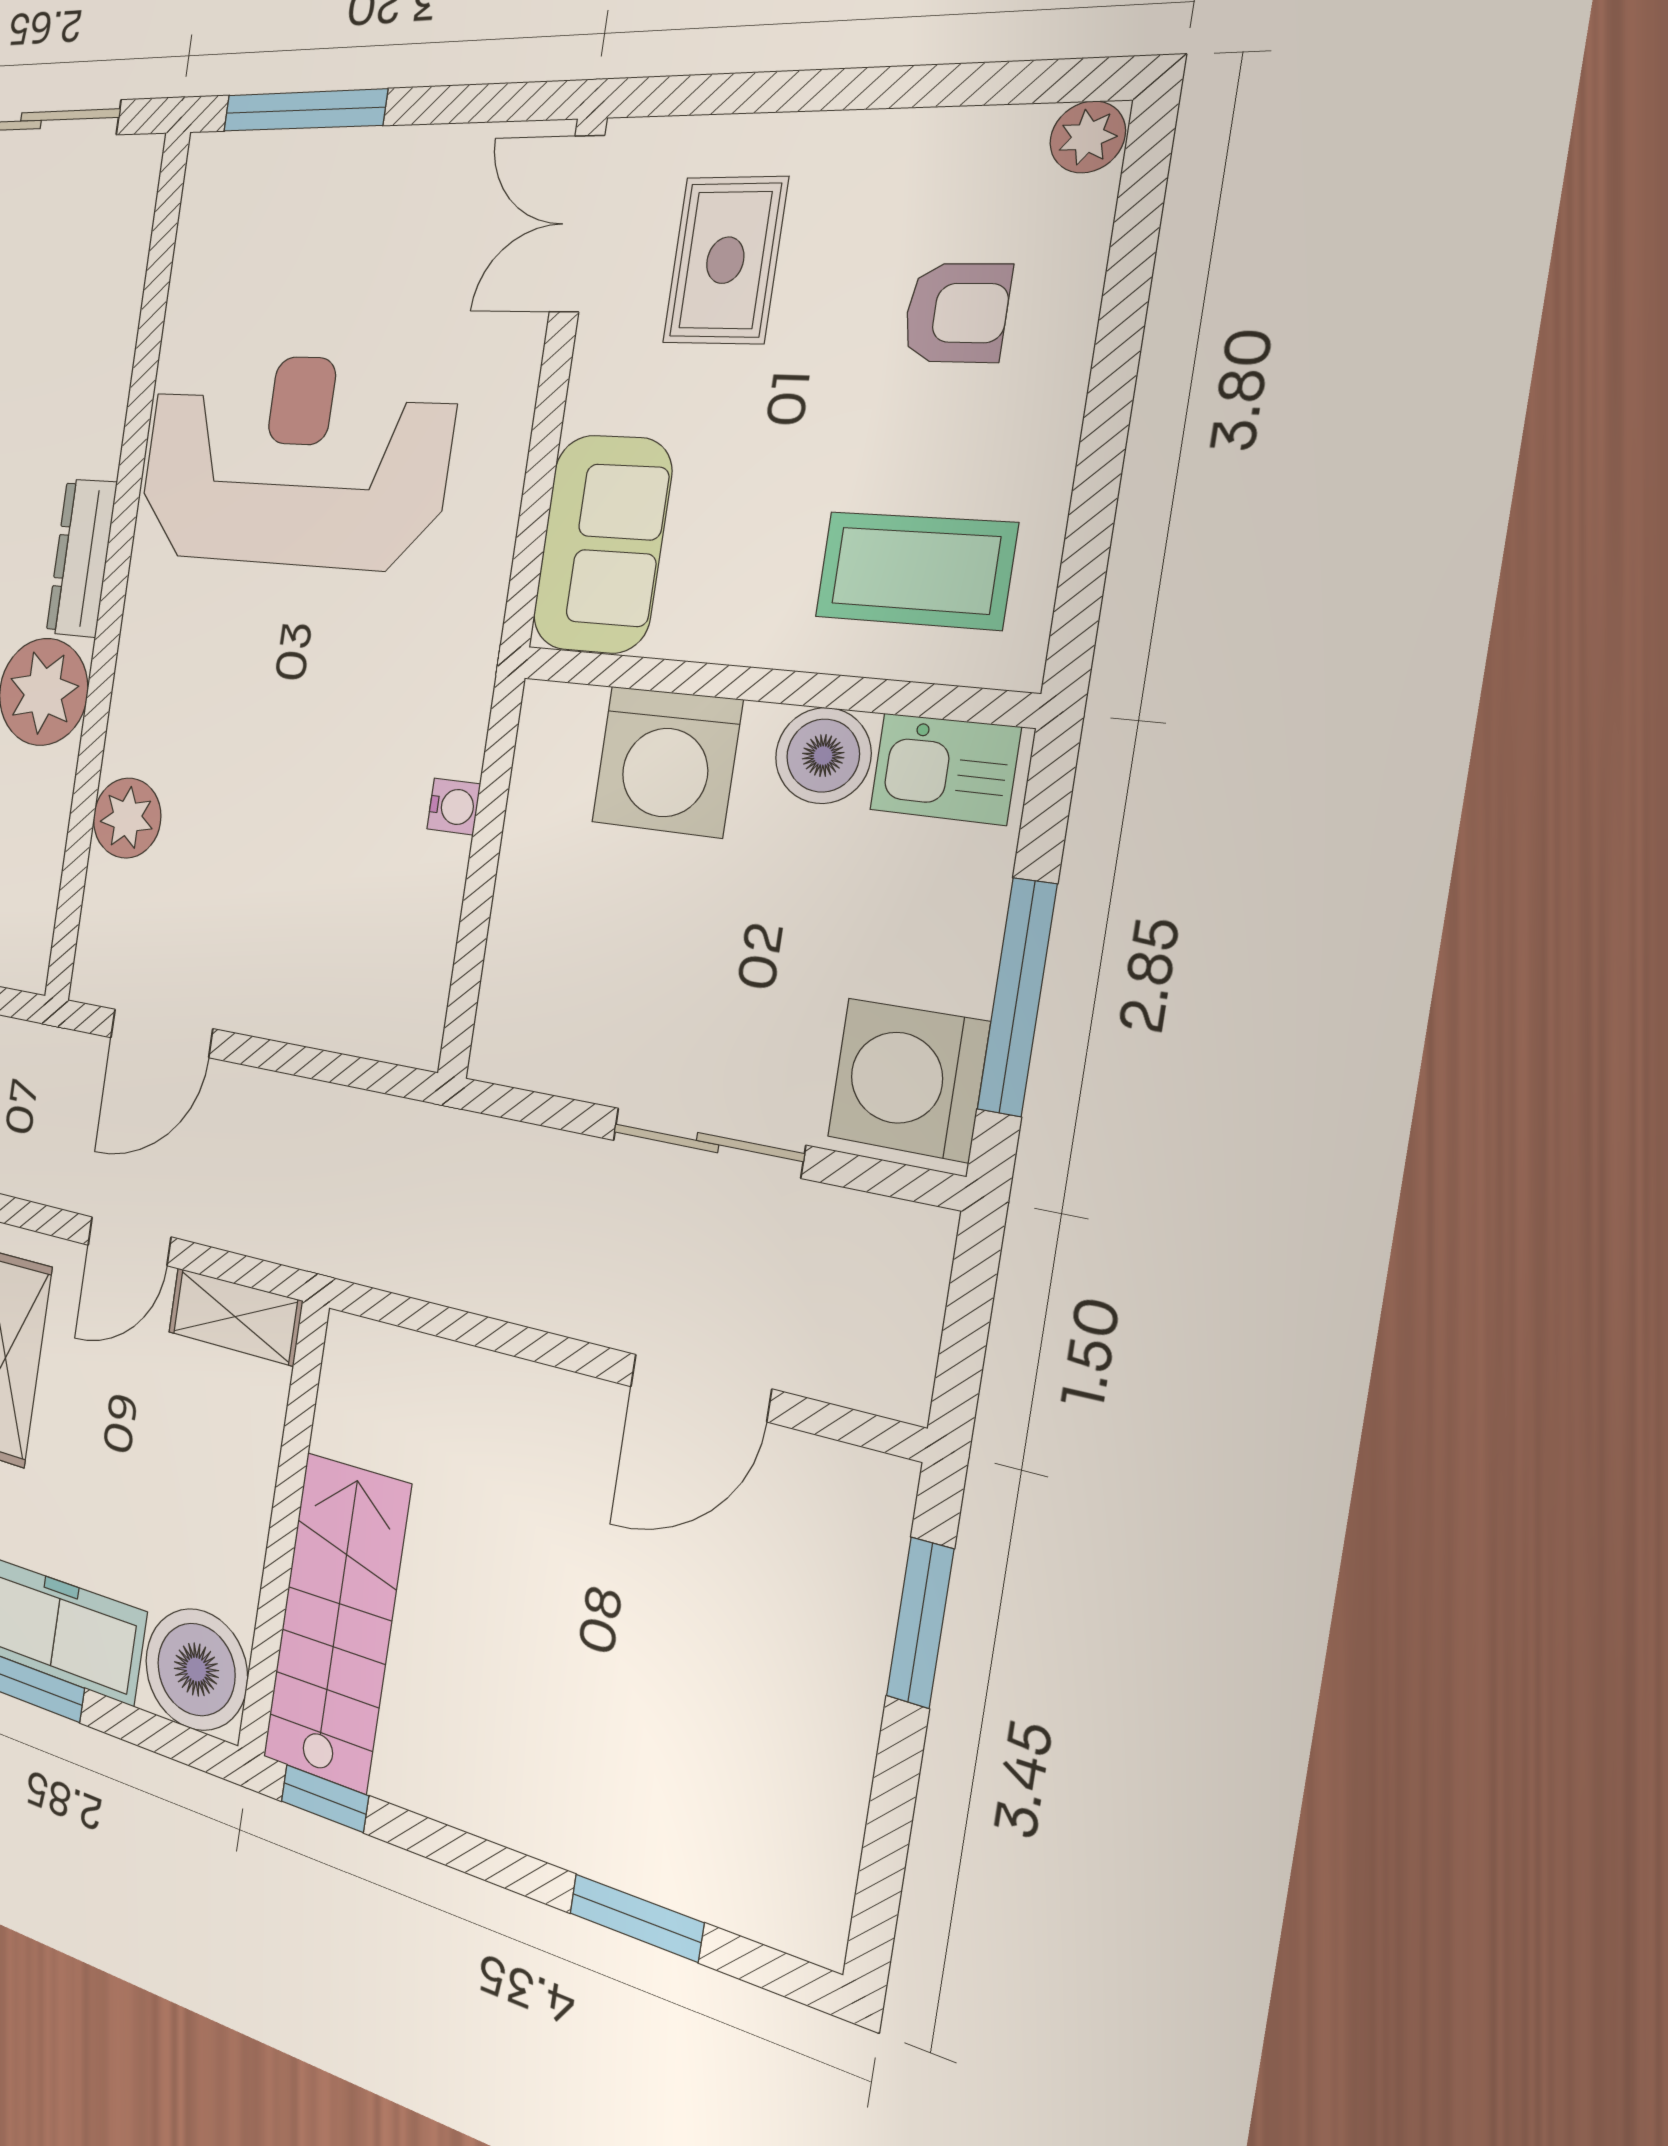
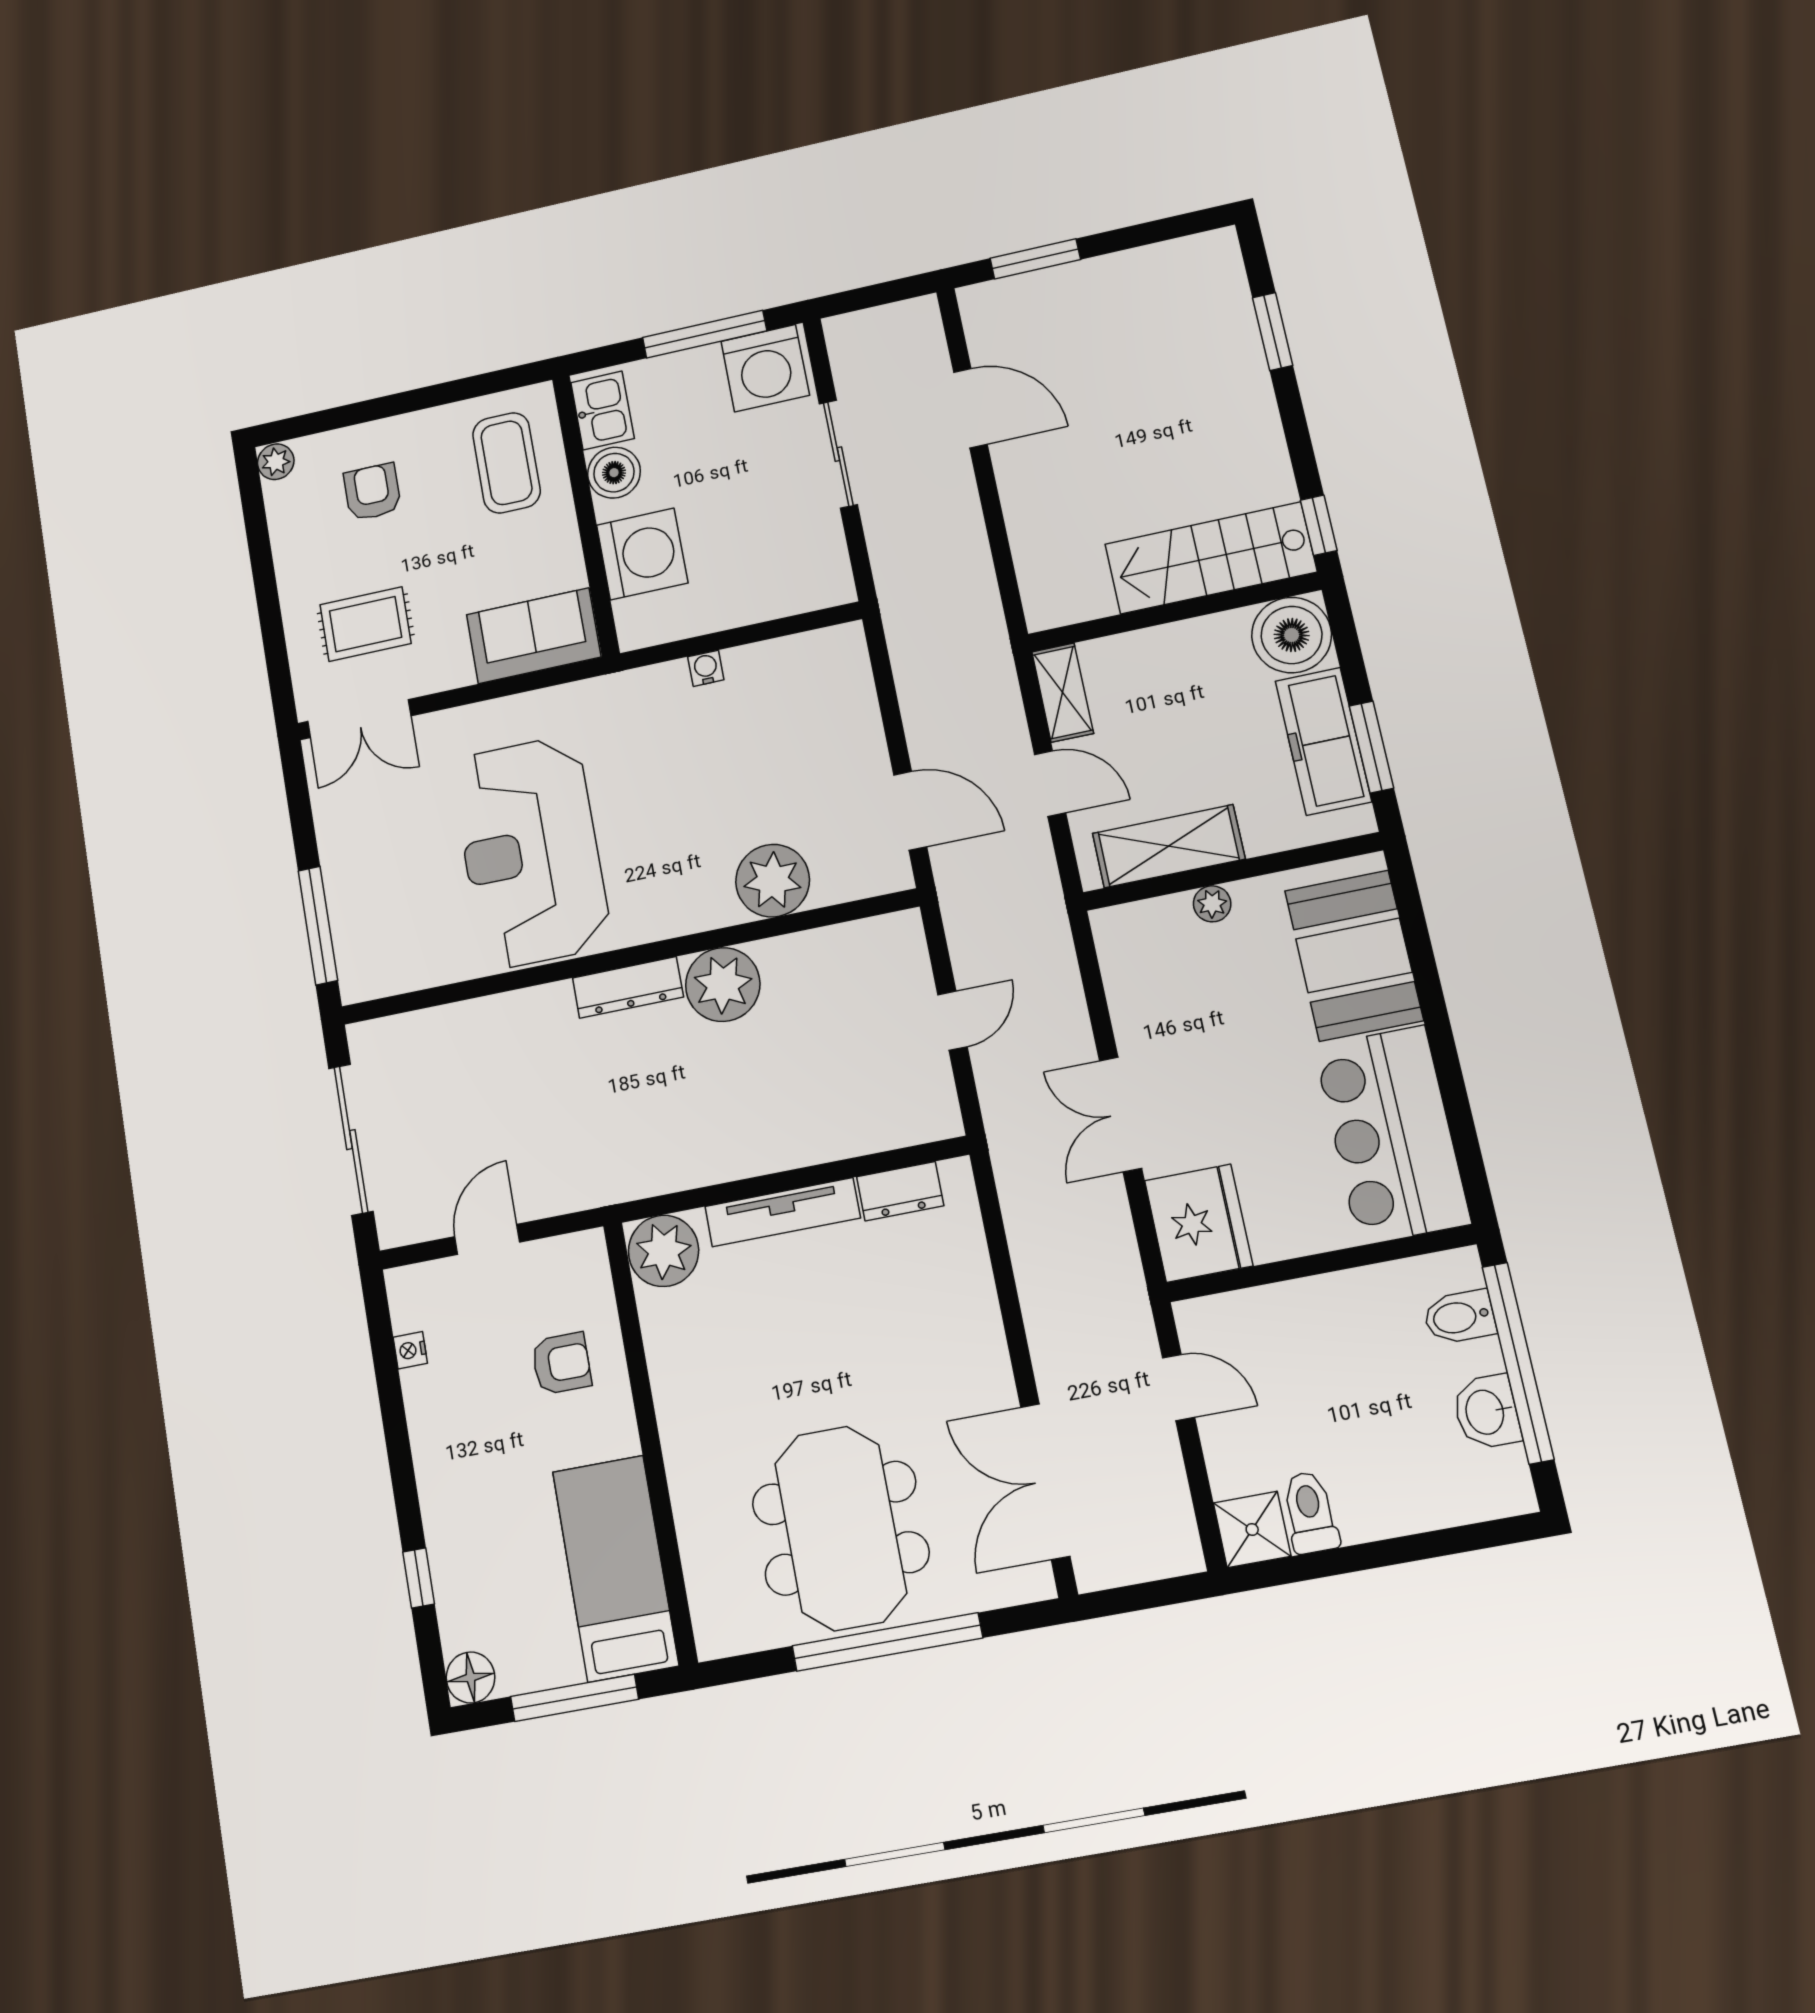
plant: (127, 818) -> (773, 881), width x1.36, depth x1.36

